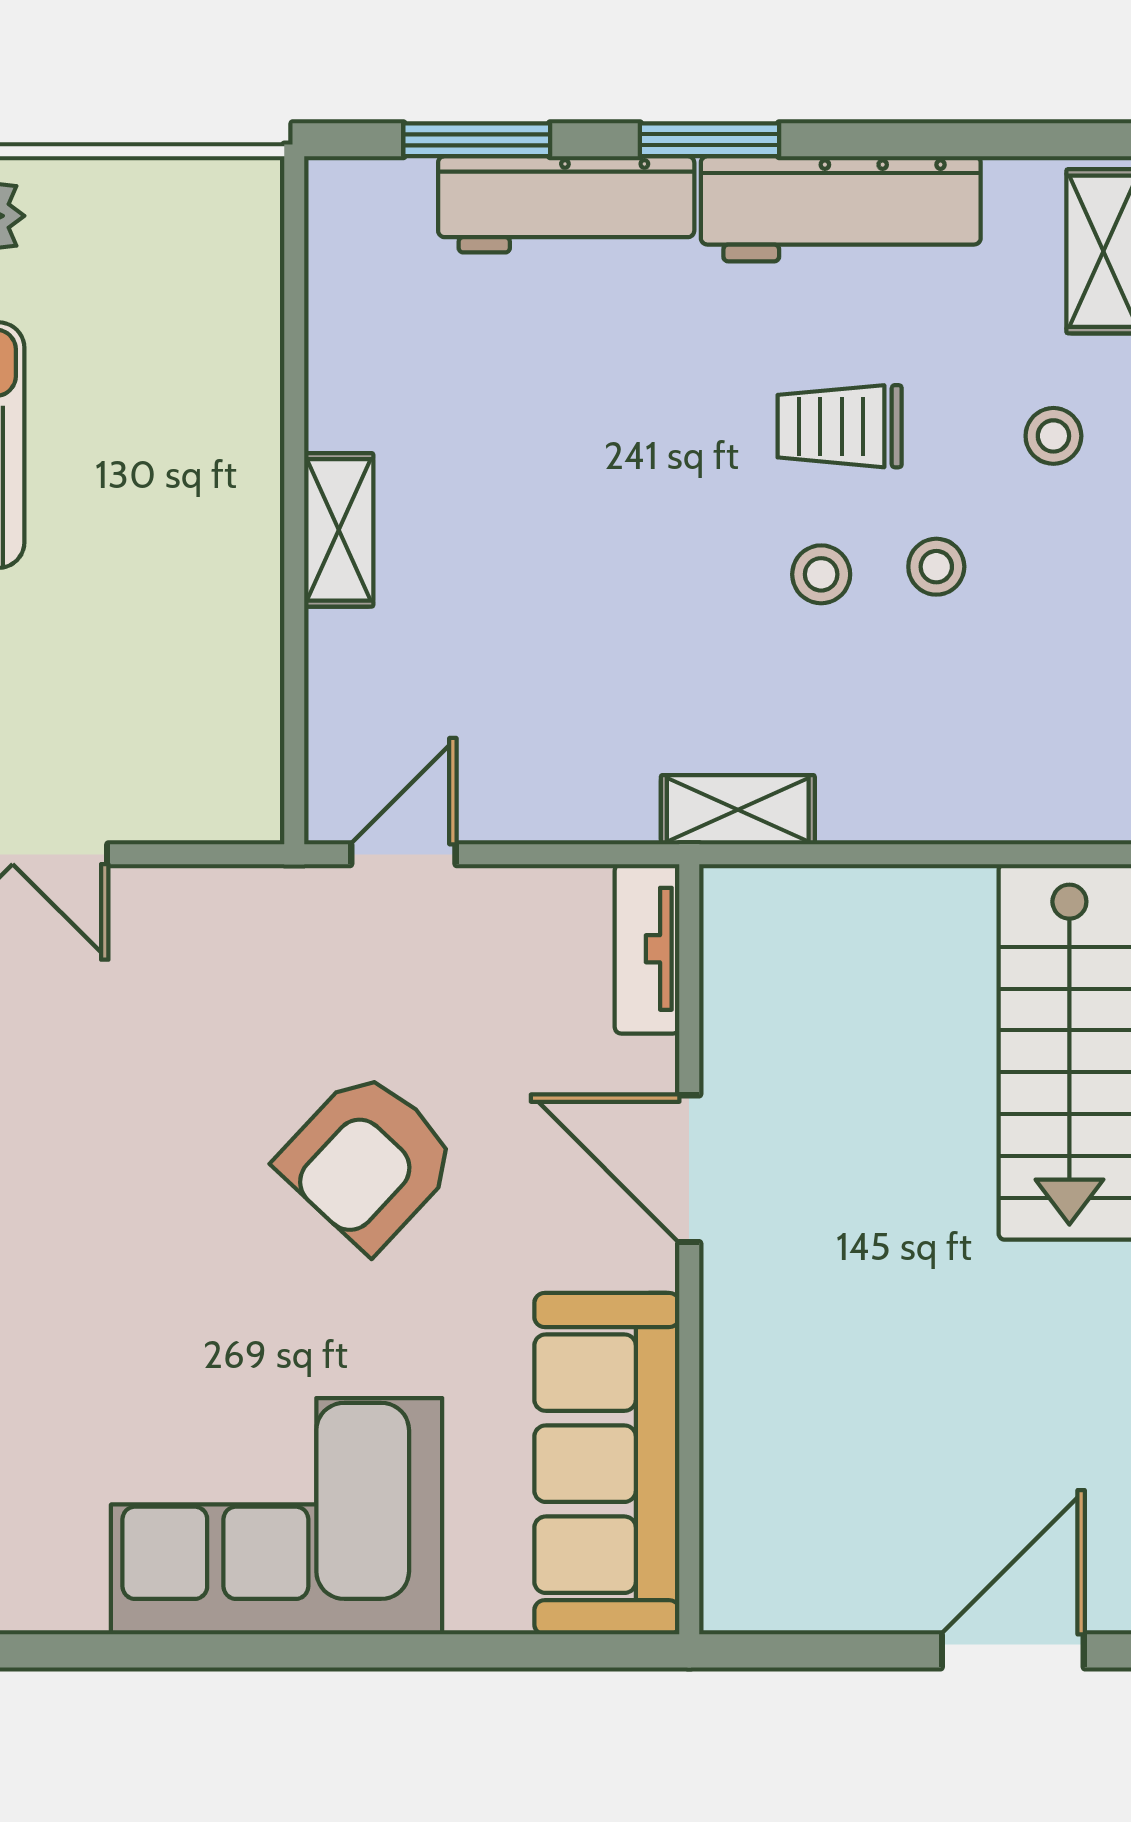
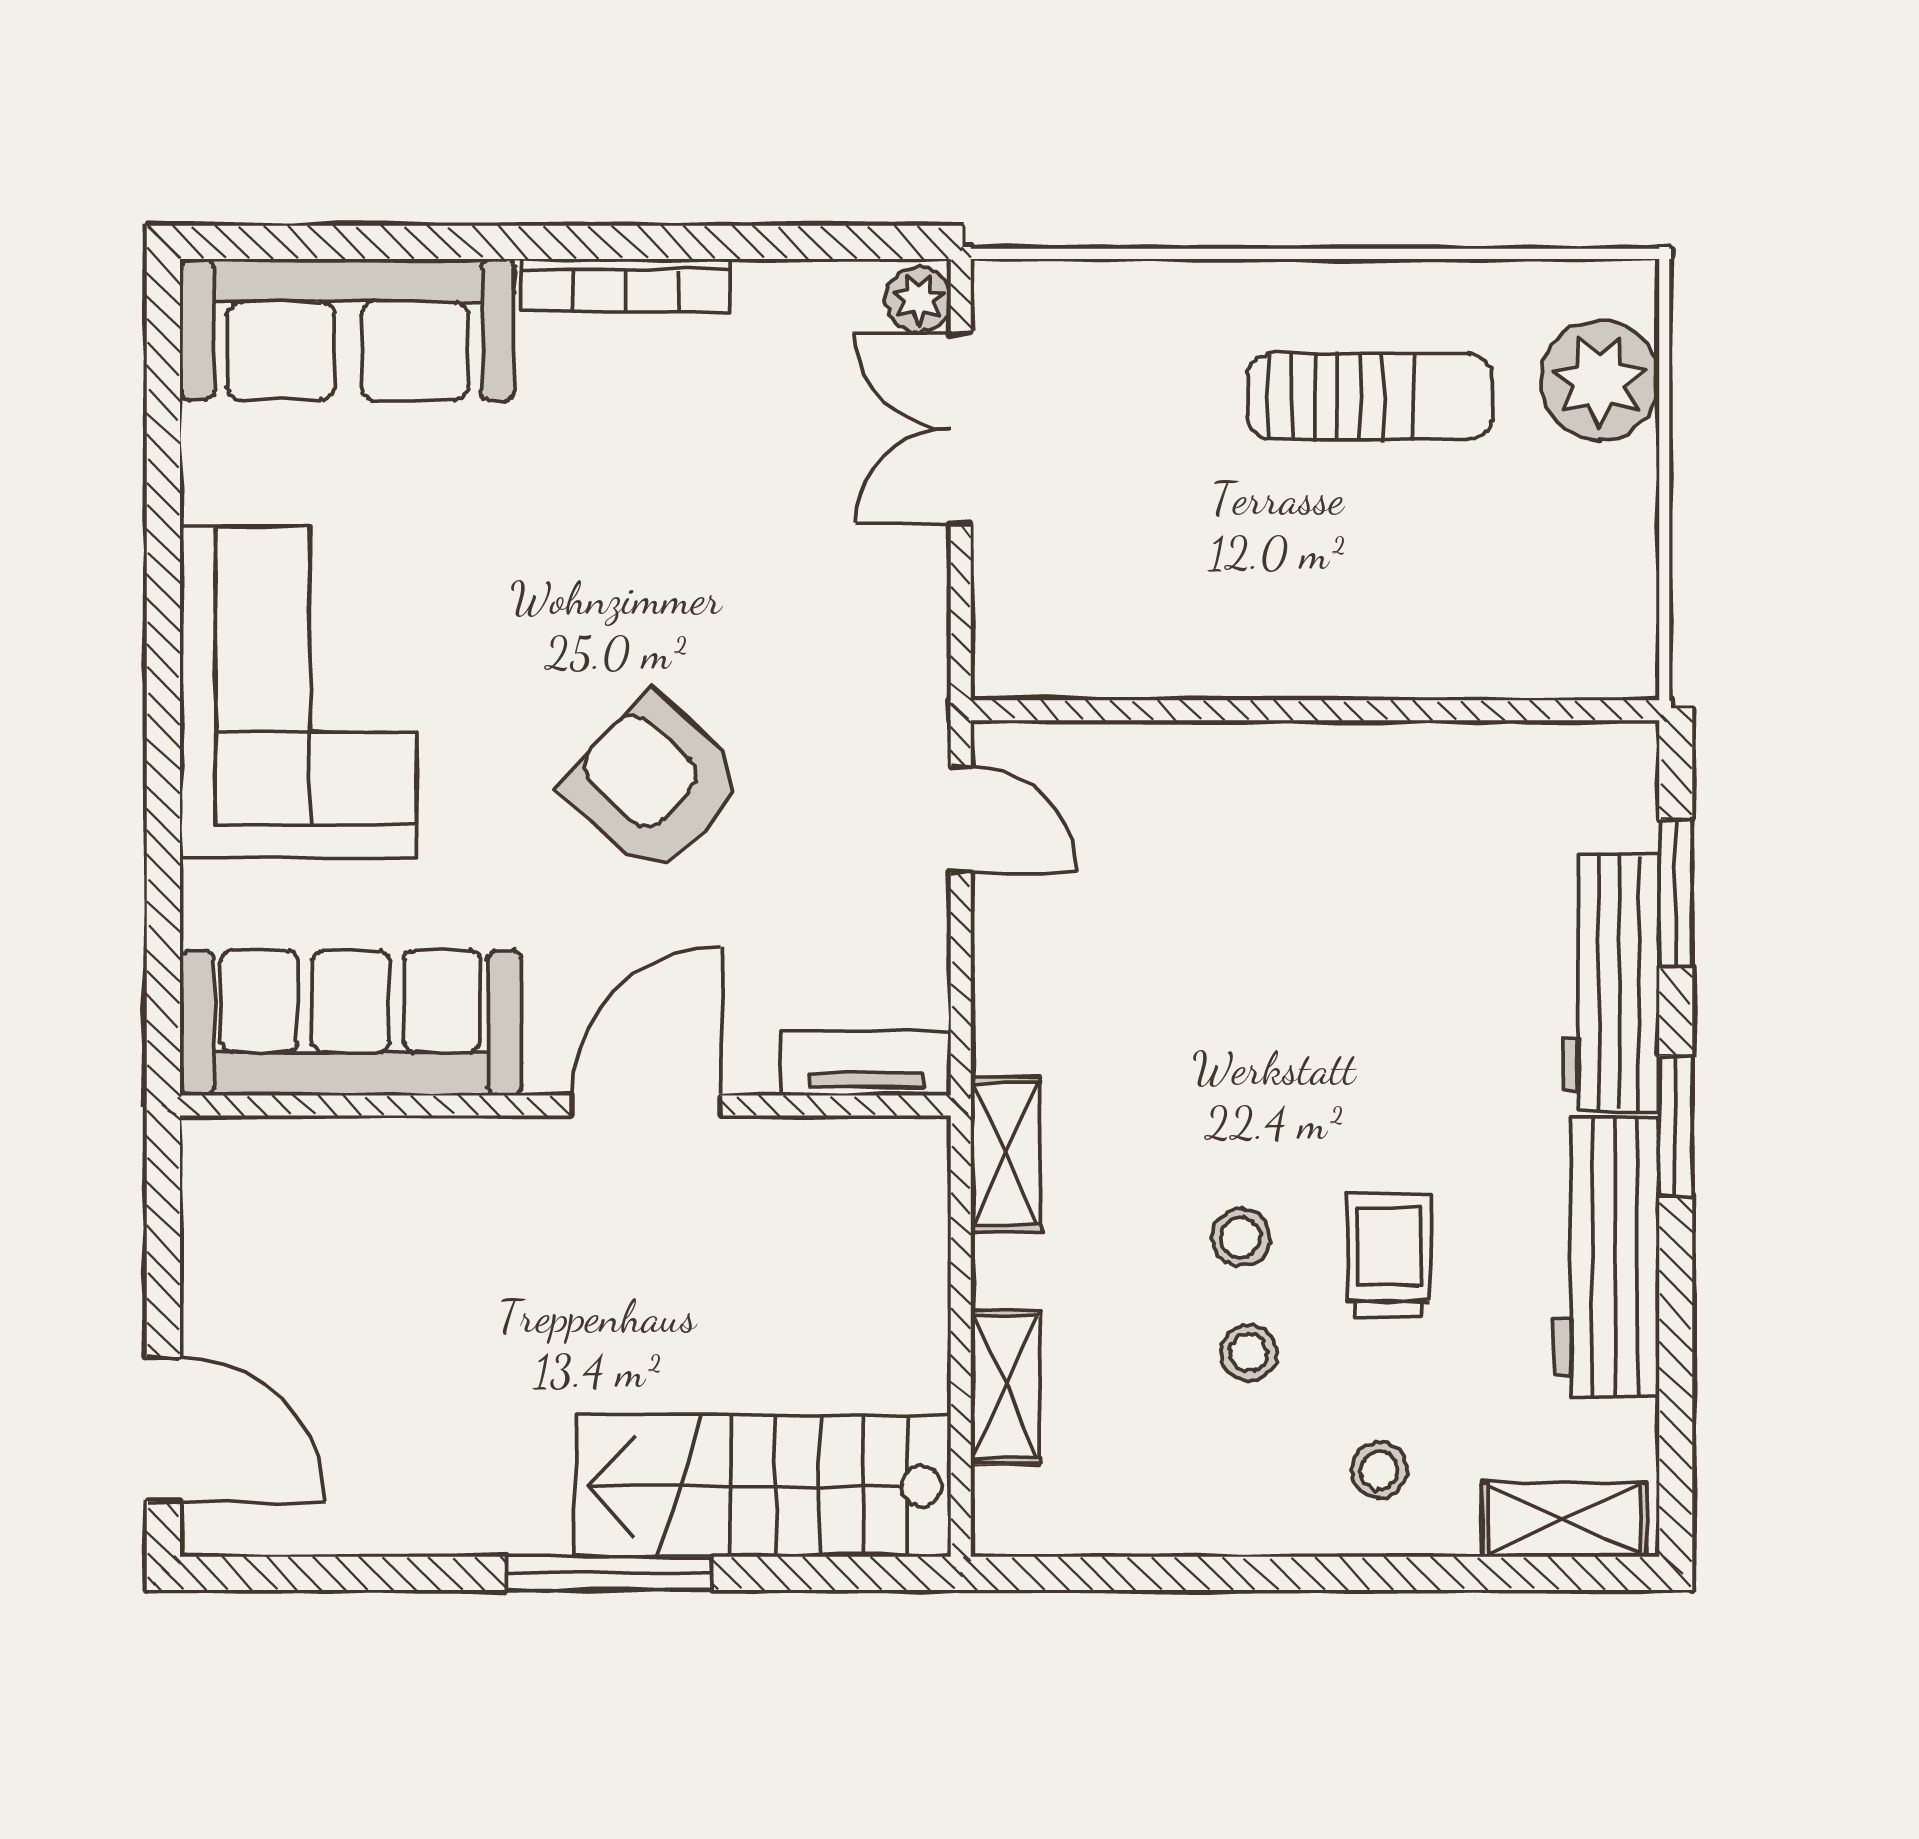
shelving: (339, 530) -> (1005, 1387), moved, turned 90

